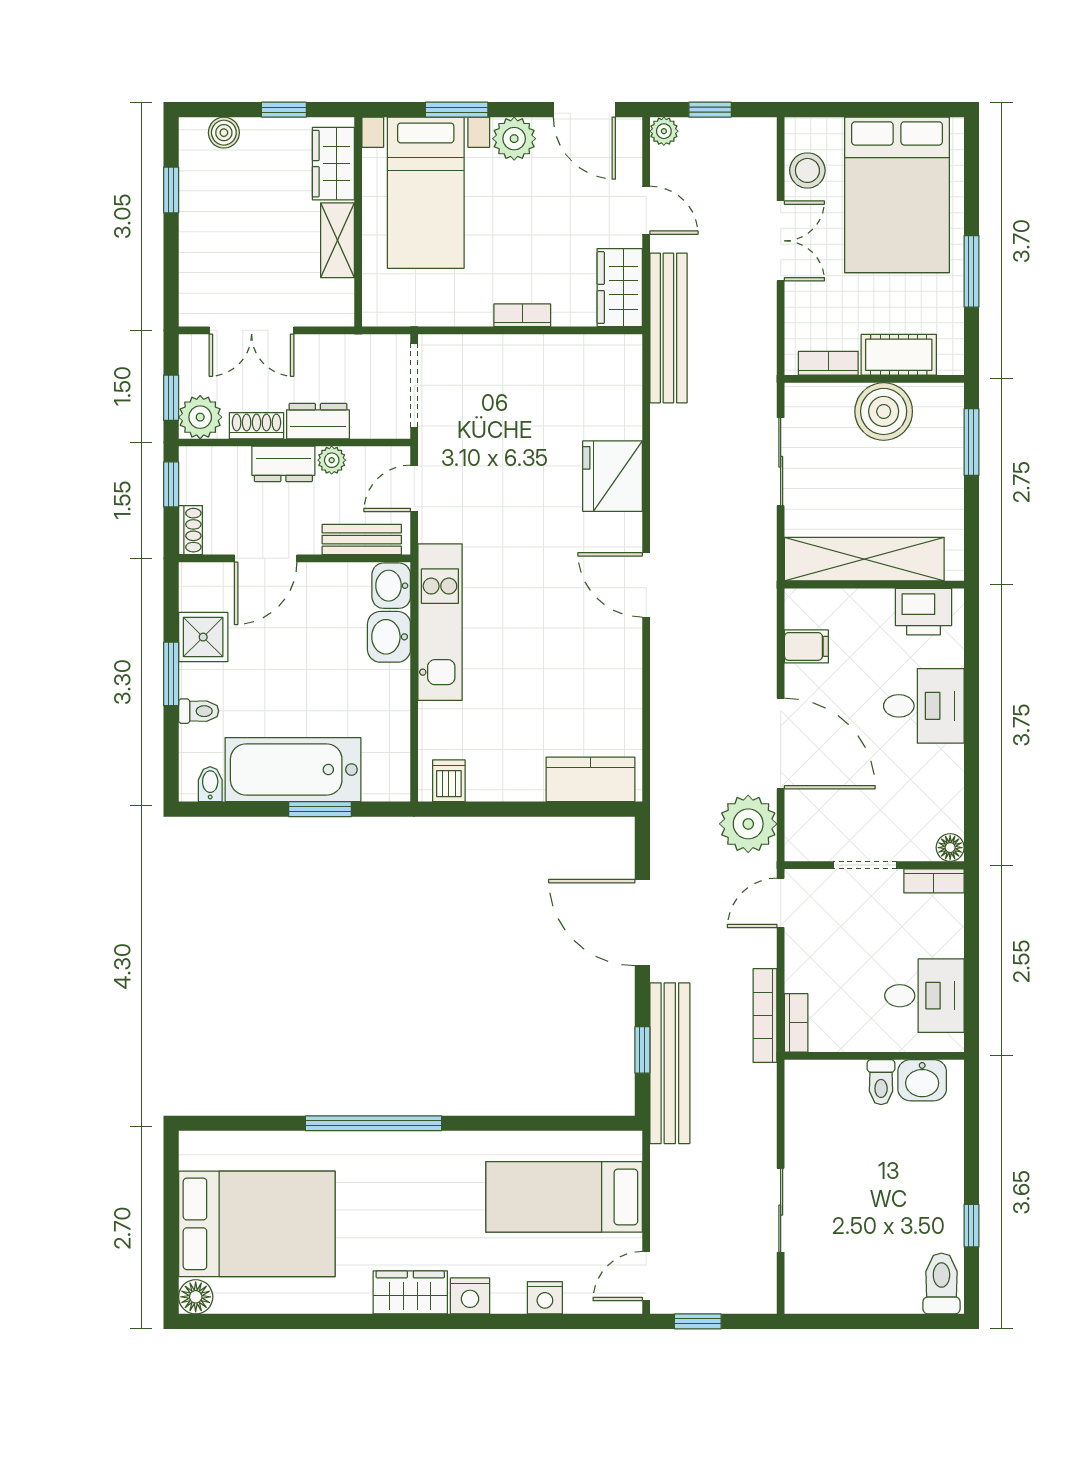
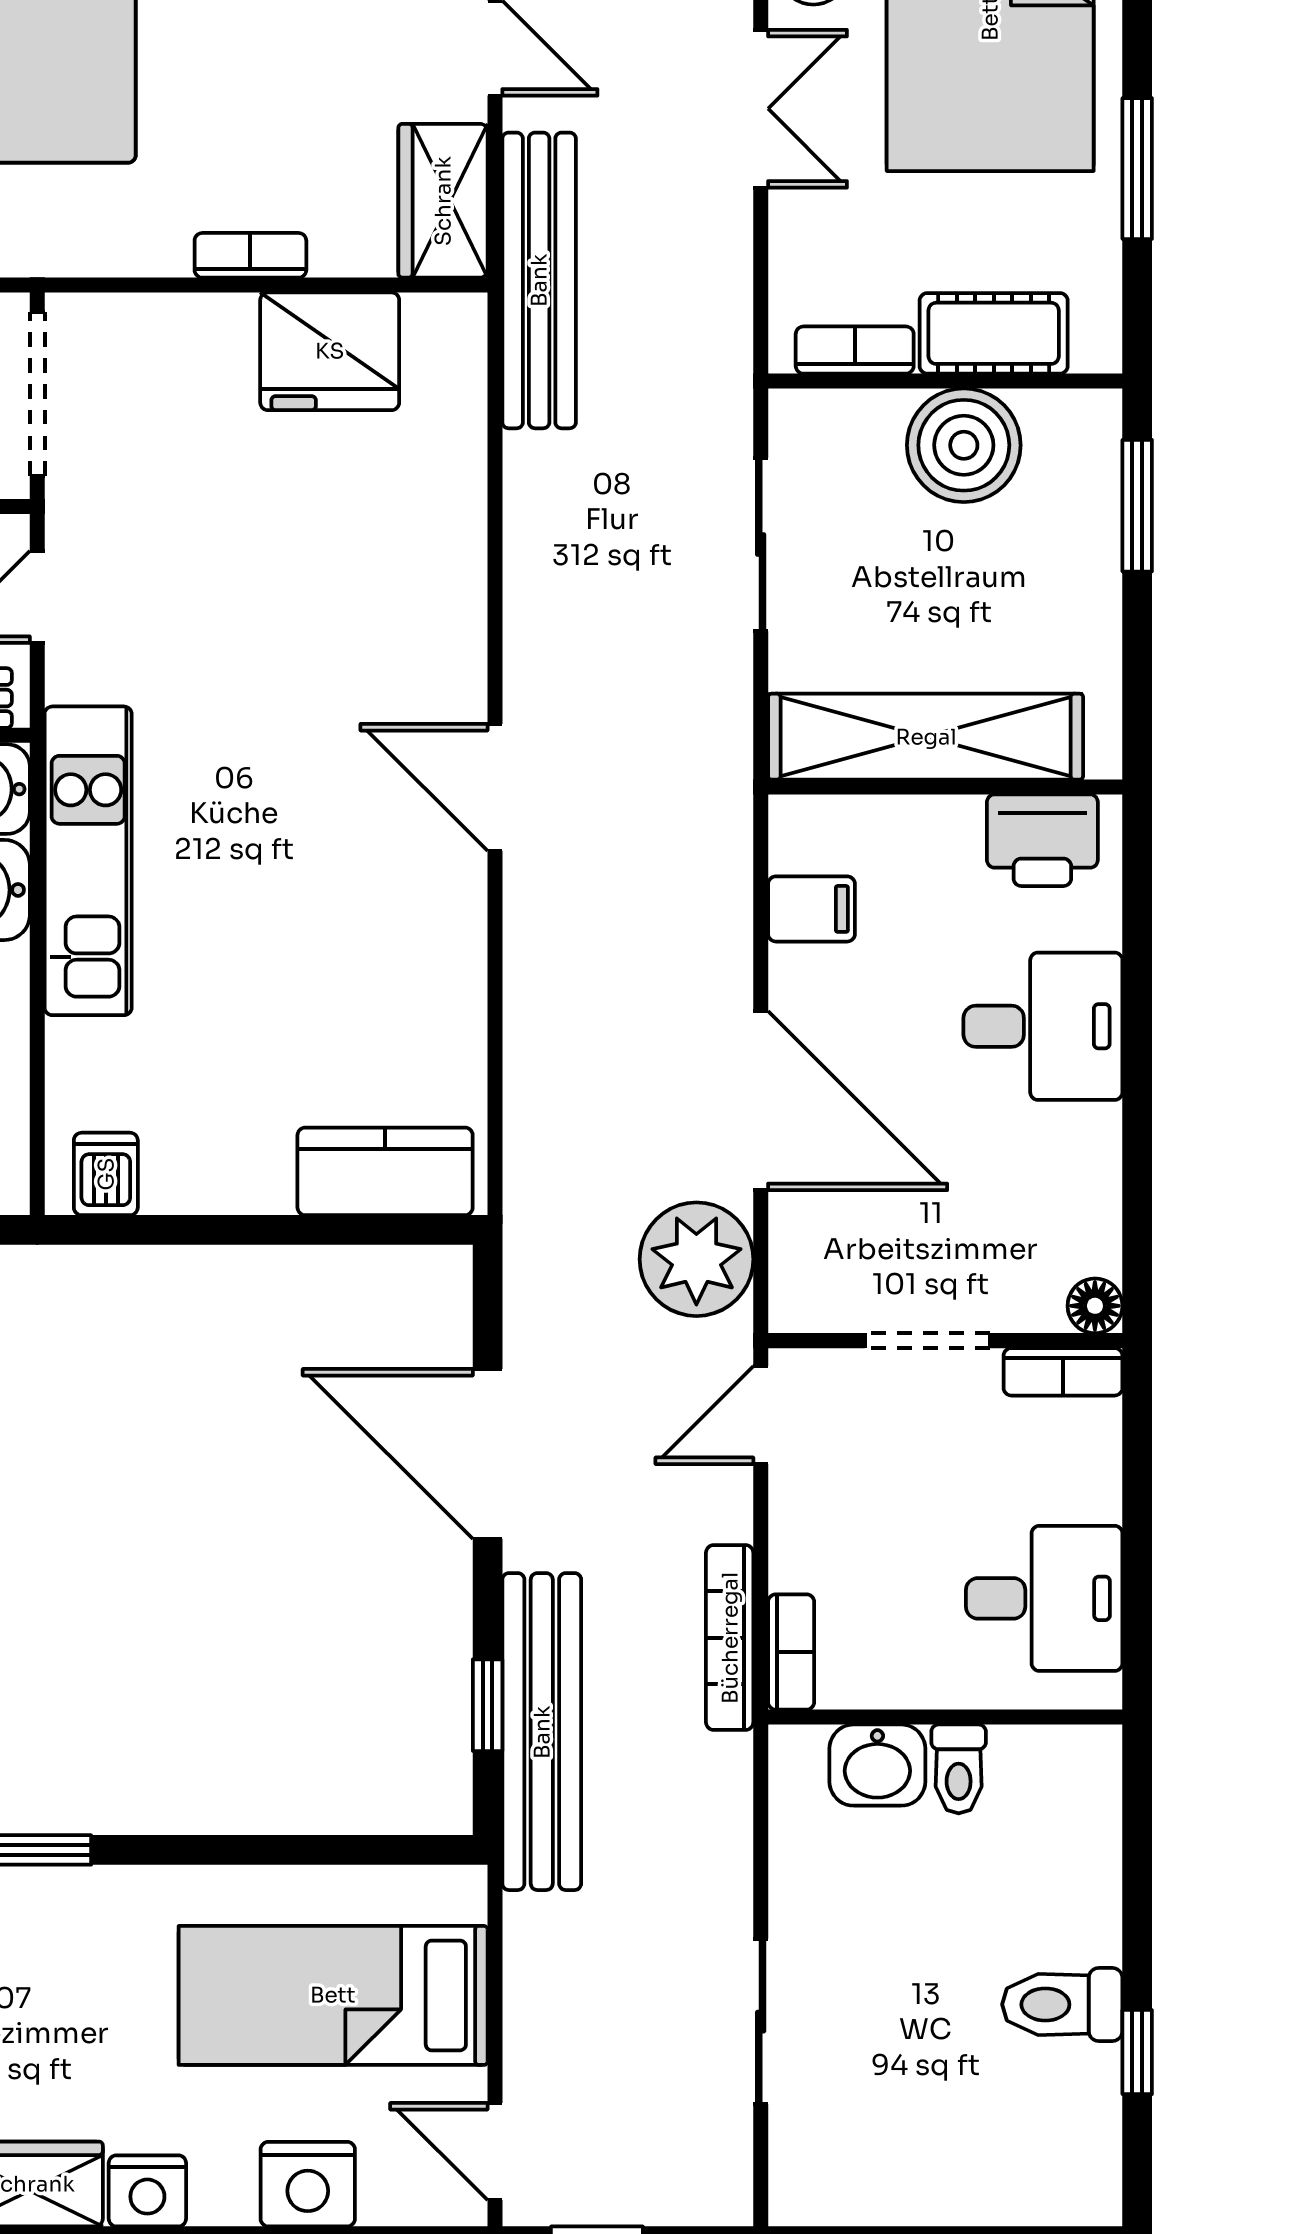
fridge: (613, 476) -> (330, 351), moved, turned -90
washbasin: (922, 1080) -> (877, 1765), moved
door: (646, 1276) -> (495, 2152), hinge flipped
toilet: (941, 1284) -> (1062, 2004), moved, turned -90
nightstand: (545, 1298) -> (308, 2184), width x1.36, depth x1.33

